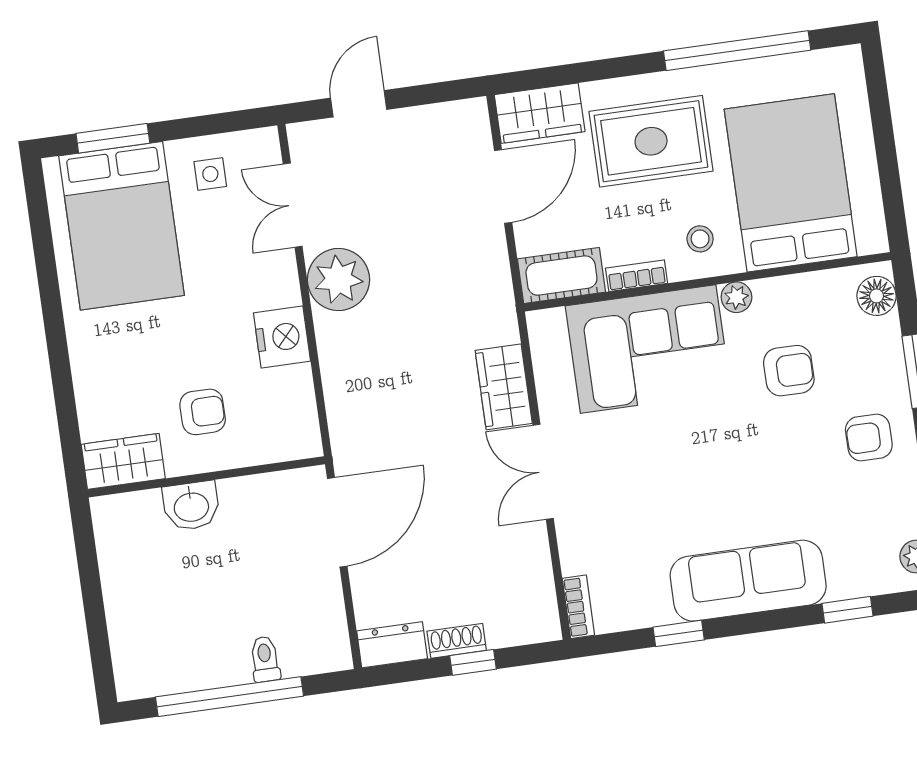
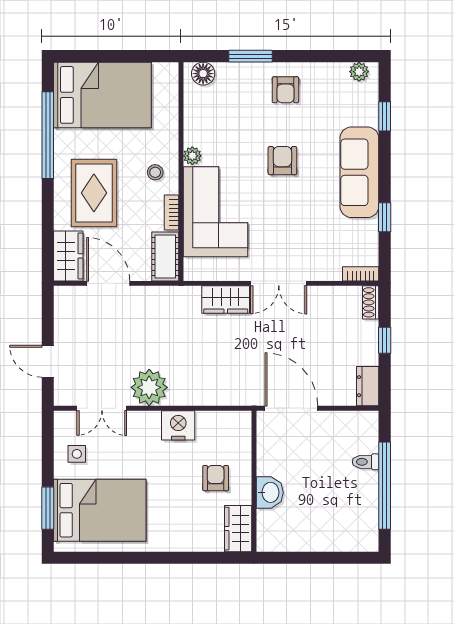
bed: (791, 183) -> (102, 95), moved, turned 180
armchair: (789, 371) -> (282, 161), moved
shoe rack: (457, 641) -> (371, 302), moved

